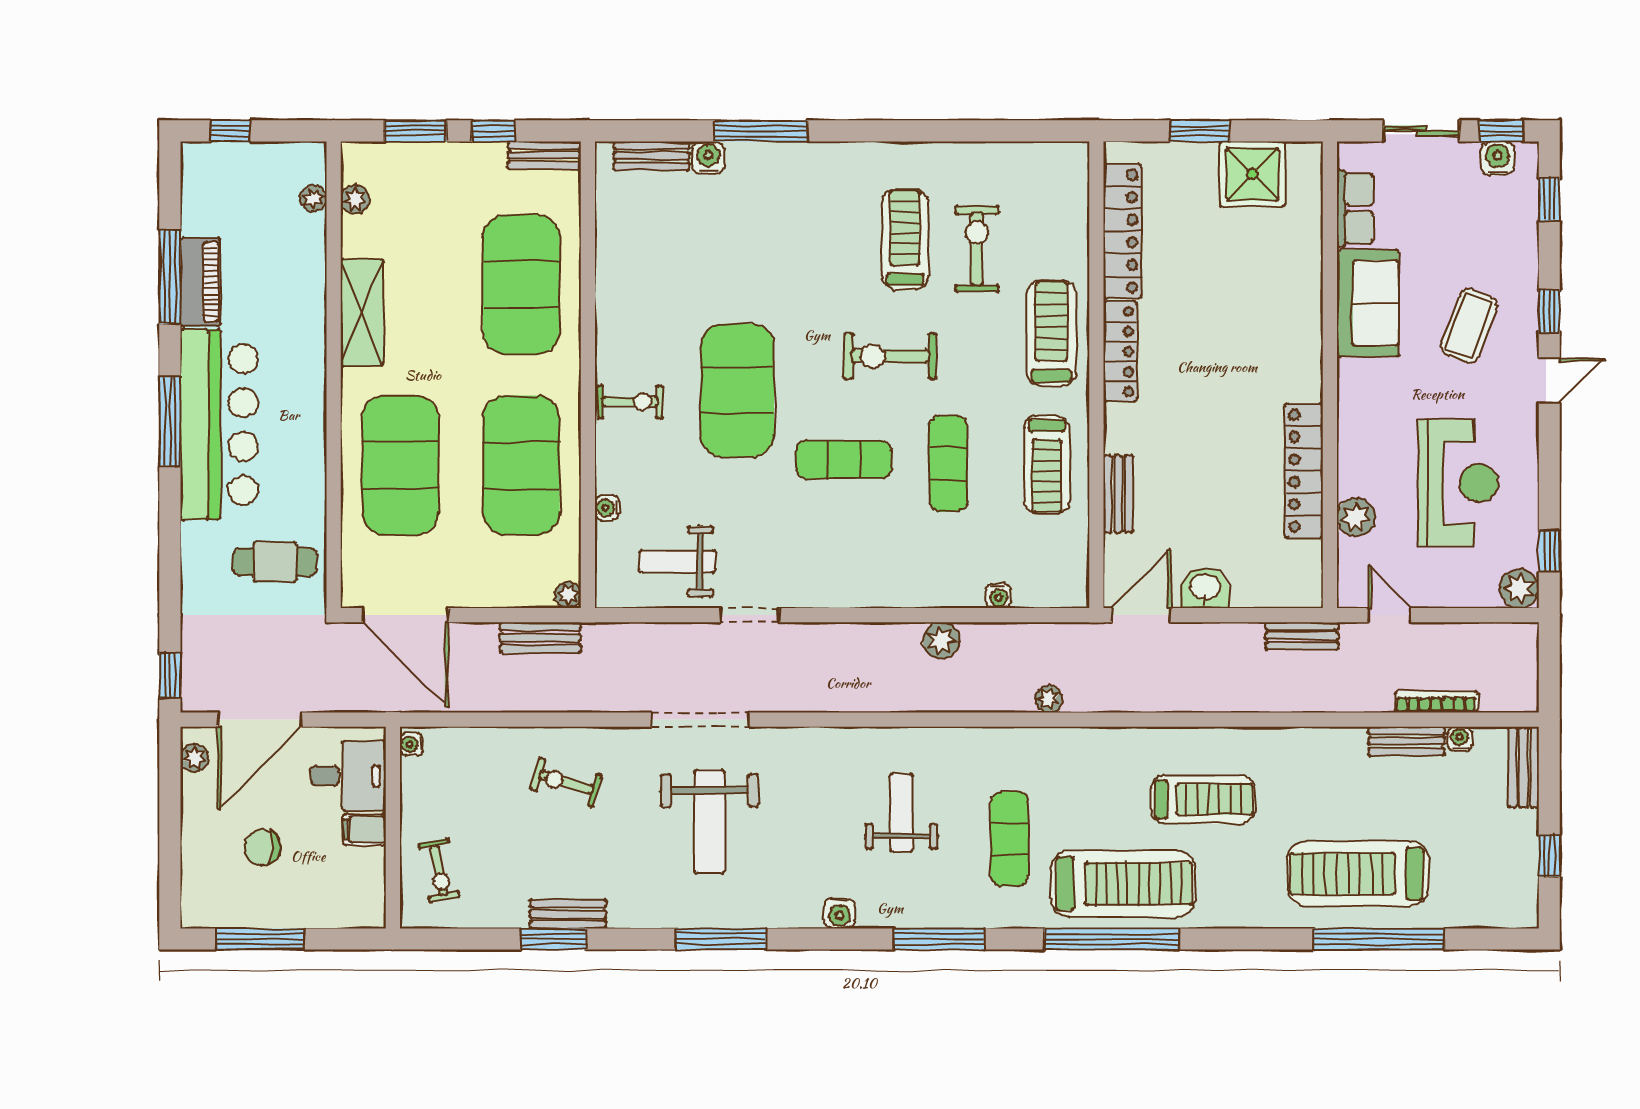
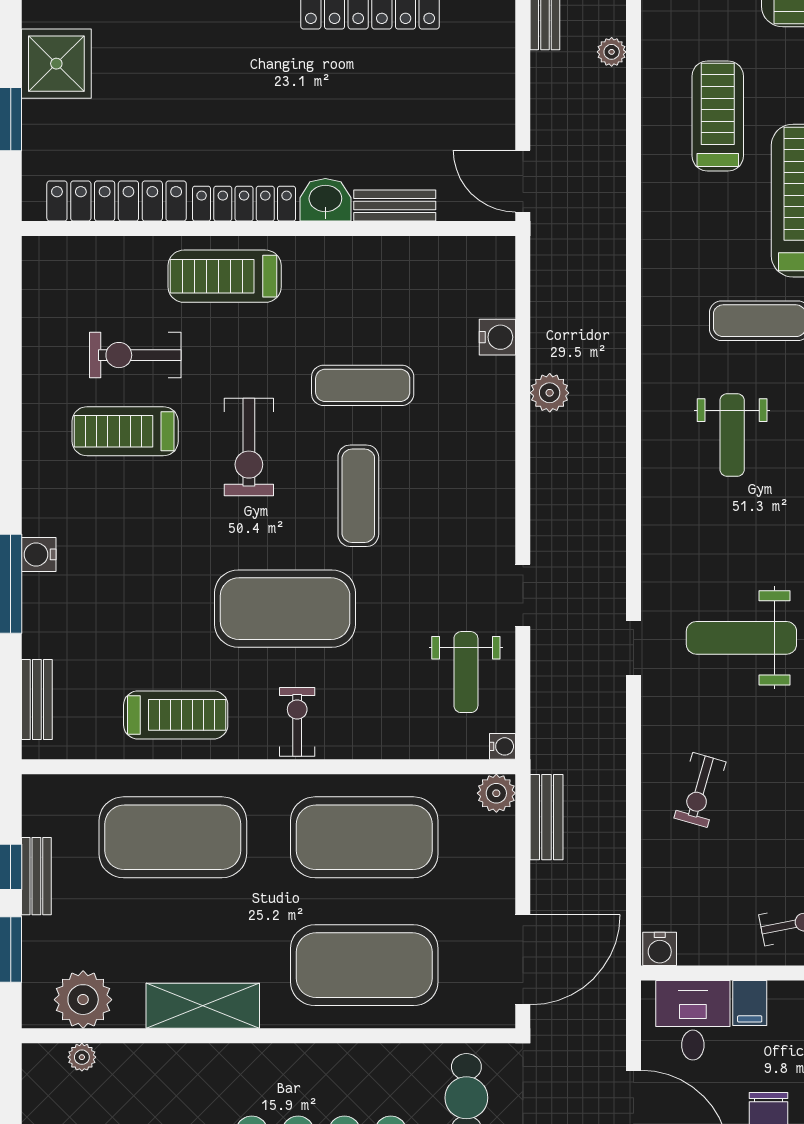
bench: (544, 155) -> (36, 876), moved
water cooler: (708, 158) -> (39, 554), moved
plant: (355, 199) -> (83, 1000), width x1.87, depth x1.87
treadmill: (1047, 465) -> (176, 715), moved
water cooler: (607, 508) -> (503, 746), moved, turned -90
washbasin: (1205, 588) -> (325, 200), moved, turned 90
plant: (568, 595) -> (496, 793), width x1.38, depth x1.38
water cooler: (999, 596) -> (497, 337), width x1.38, depth x1.38
plant: (1049, 699) -> (612, 52), moved
doorway: (700, 720) -> (633, 648), width x0.53
water cooler: (411, 744) -> (660, 949), width x1.38, depth x1.38
weight bench: (901, 813) -> (732, 435), turned -90
weight bench: (710, 822) -> (741, 638), turned 180

